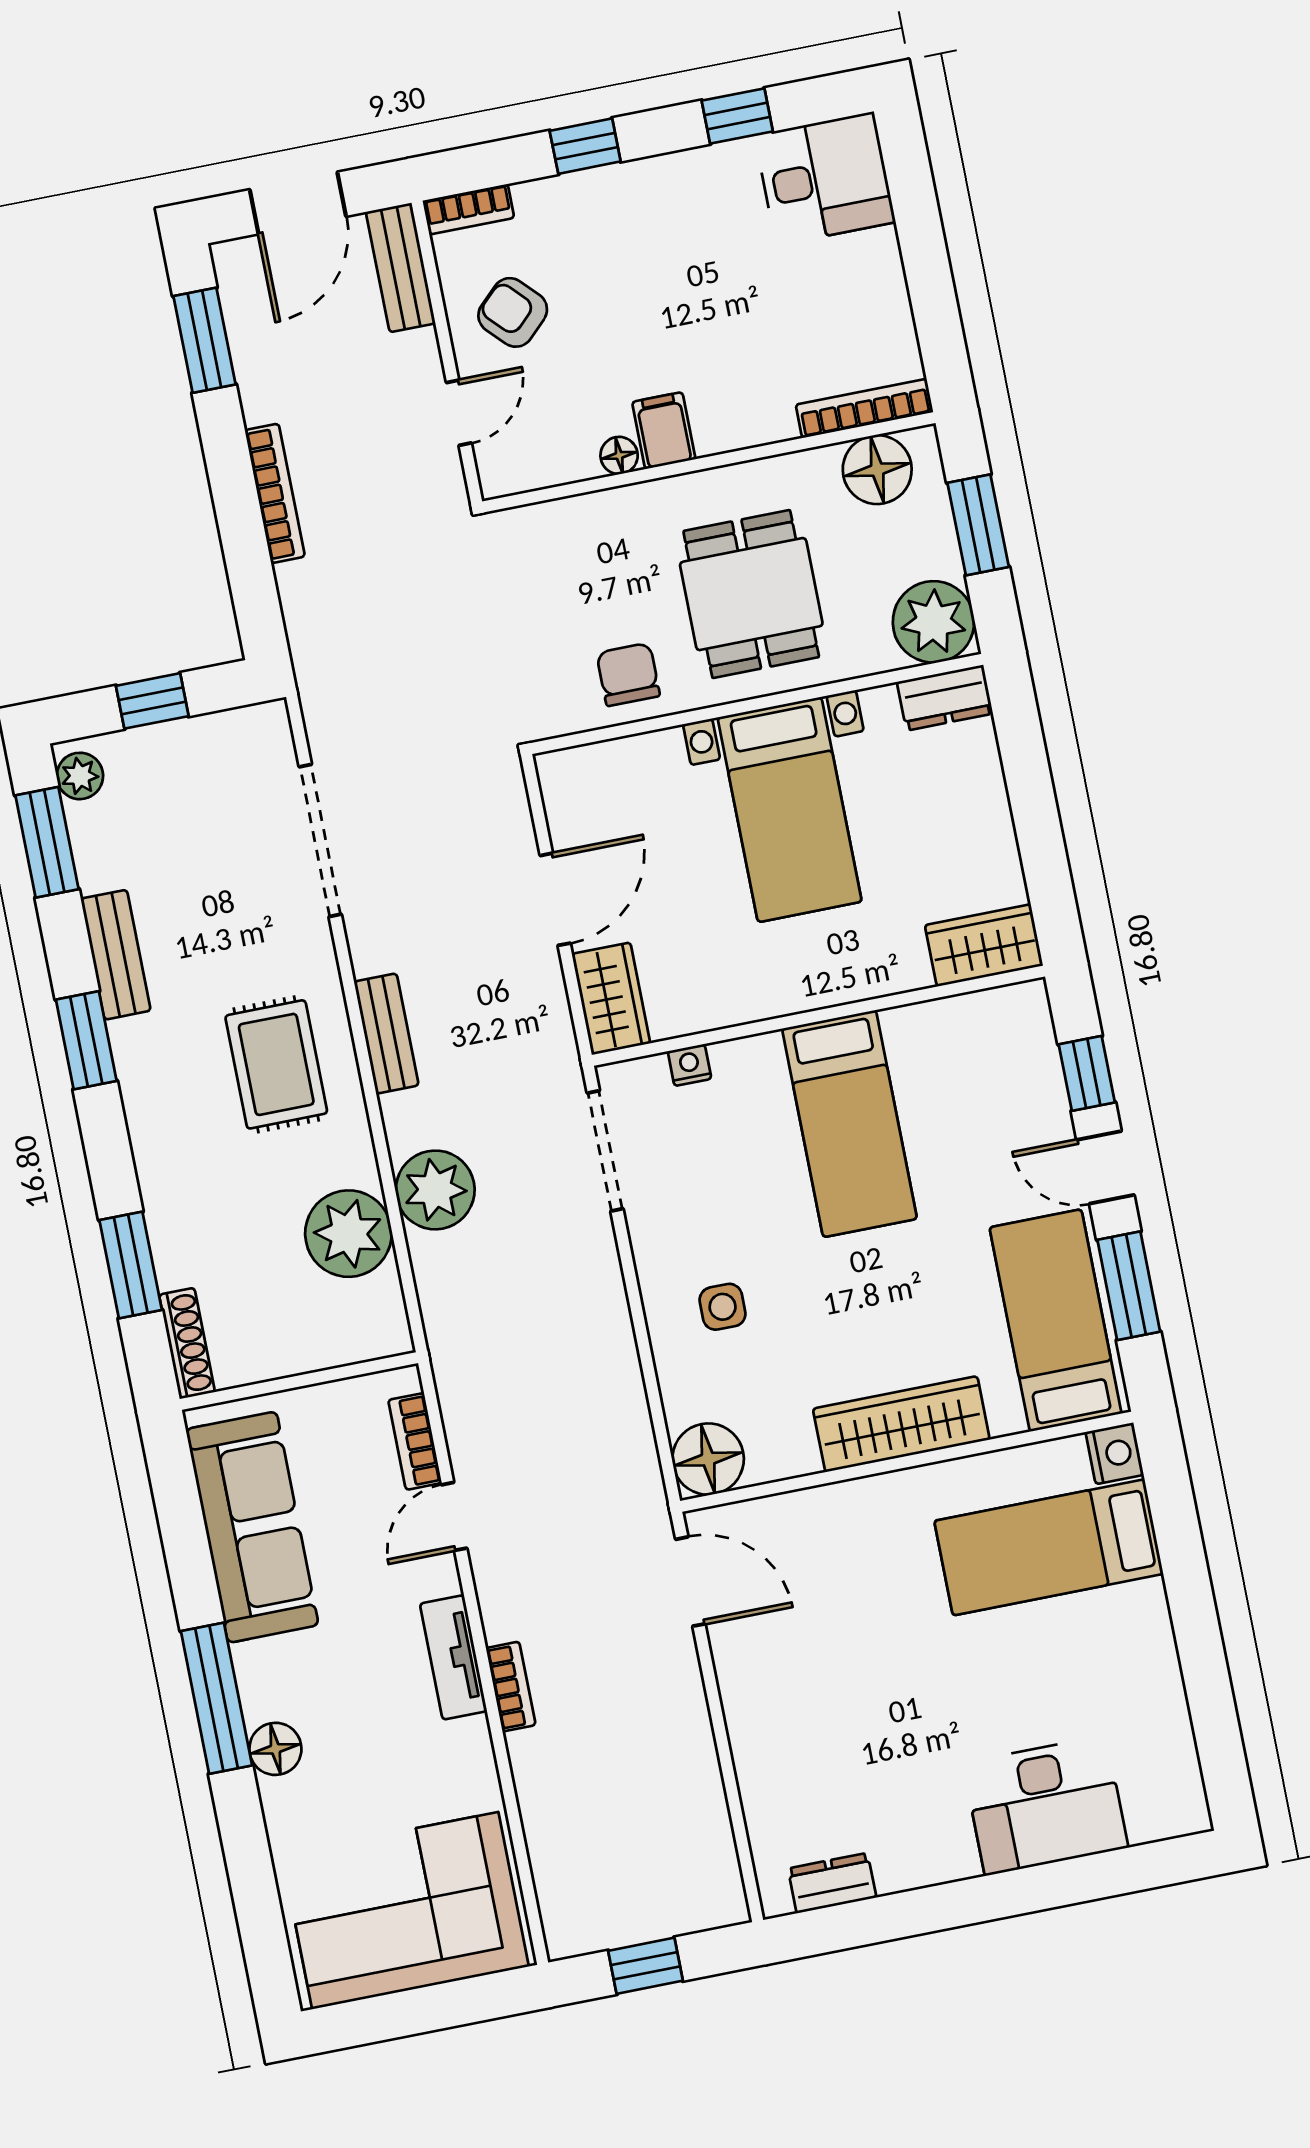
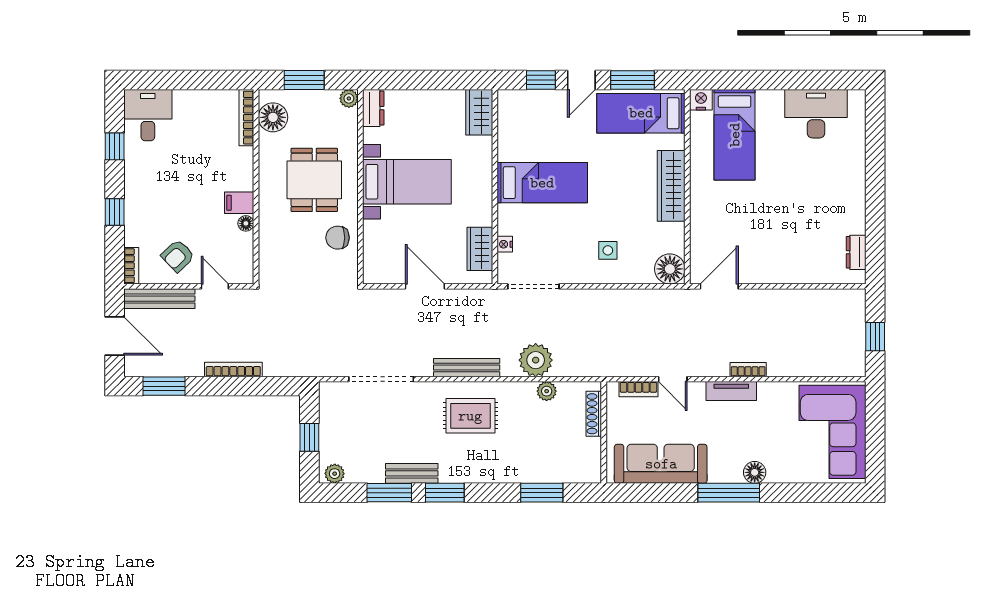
bench: (401, 268) -> (159, 299), width x1.36
dining table: (751, 594) -> (314, 180), turned 90
plant: (933, 622) -> (349, 98), width x0.53, depth x0.53
window: (47, 842) -> (389, 493), moved
wardrobe: (611, 999) -> (480, 249), moved, turned -90
bench: (386, 1034) -> (467, 368), width x1.36
plant: (348, 1234) -> (547, 391), width x0.53, depth x0.53
shoe rack: (187, 1343) -> (594, 414), moved, turned -90
desk: (1046, 1805) -> (816, 114), moved, turned -90

